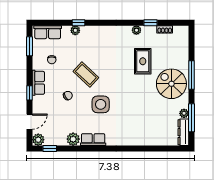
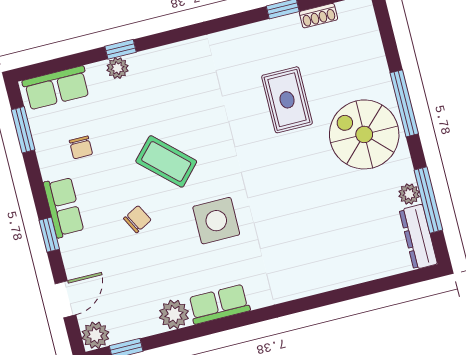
plant: (136, 30) -> (255, 33), removed

